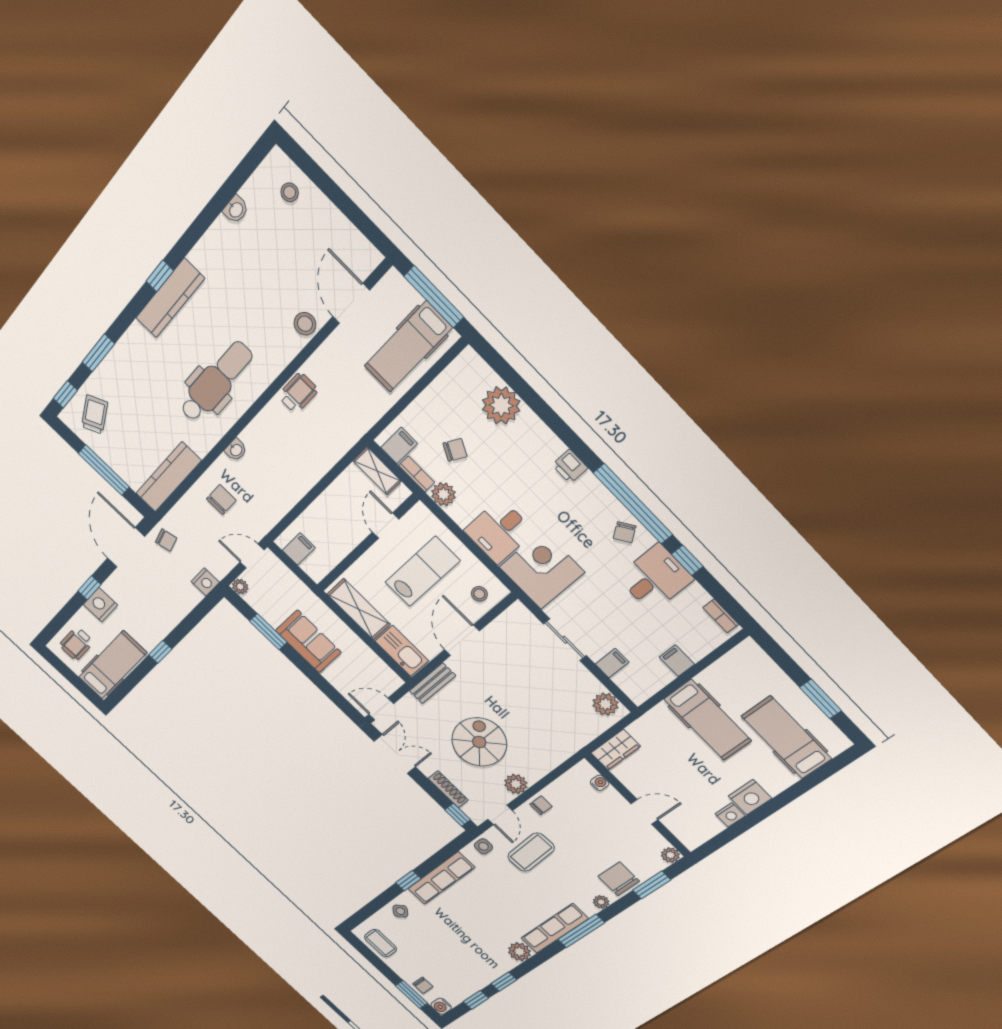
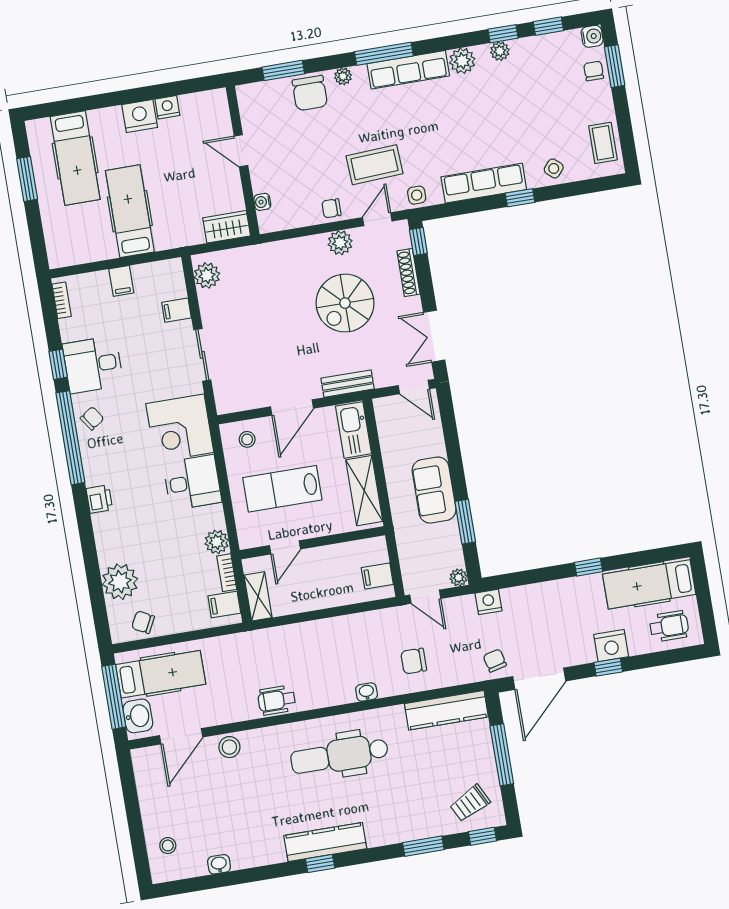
washbasin: (401, 294) -> (138, 716), added
chair: (455, 450) -> (143, 622), moved
plant: (670, 855) -> (500, 51), moved

